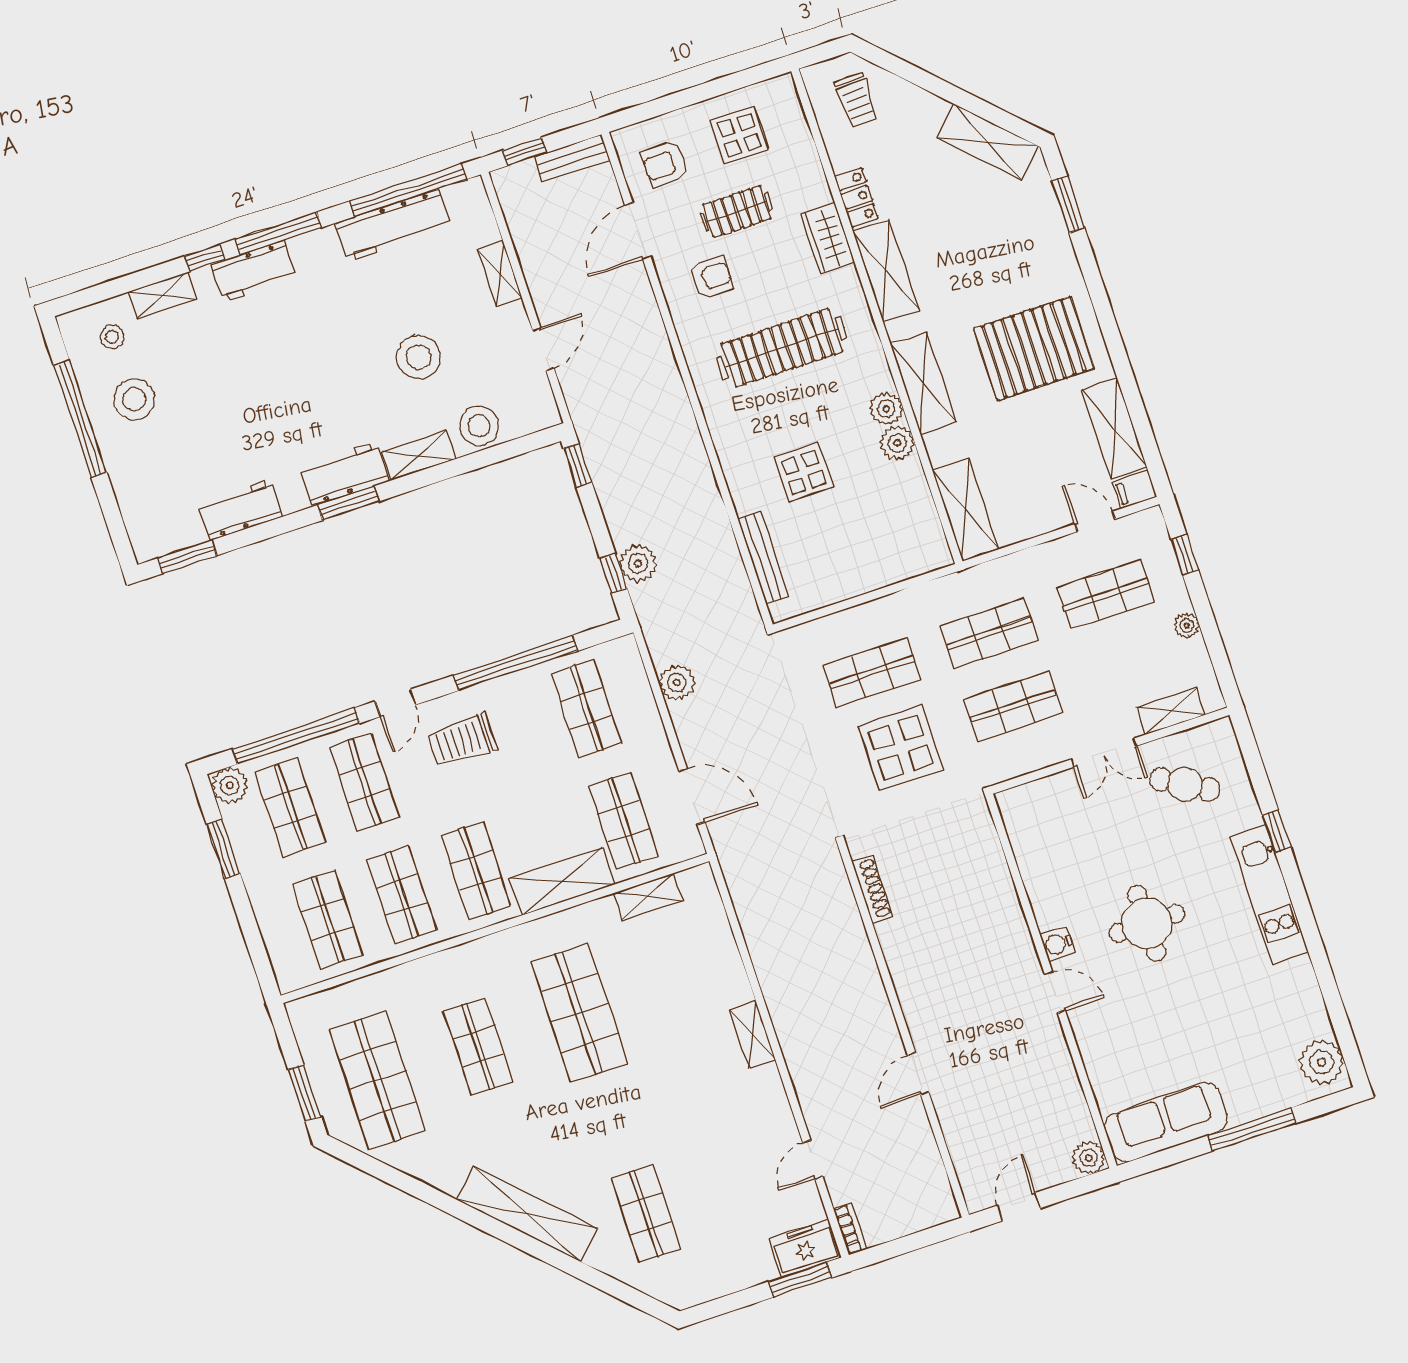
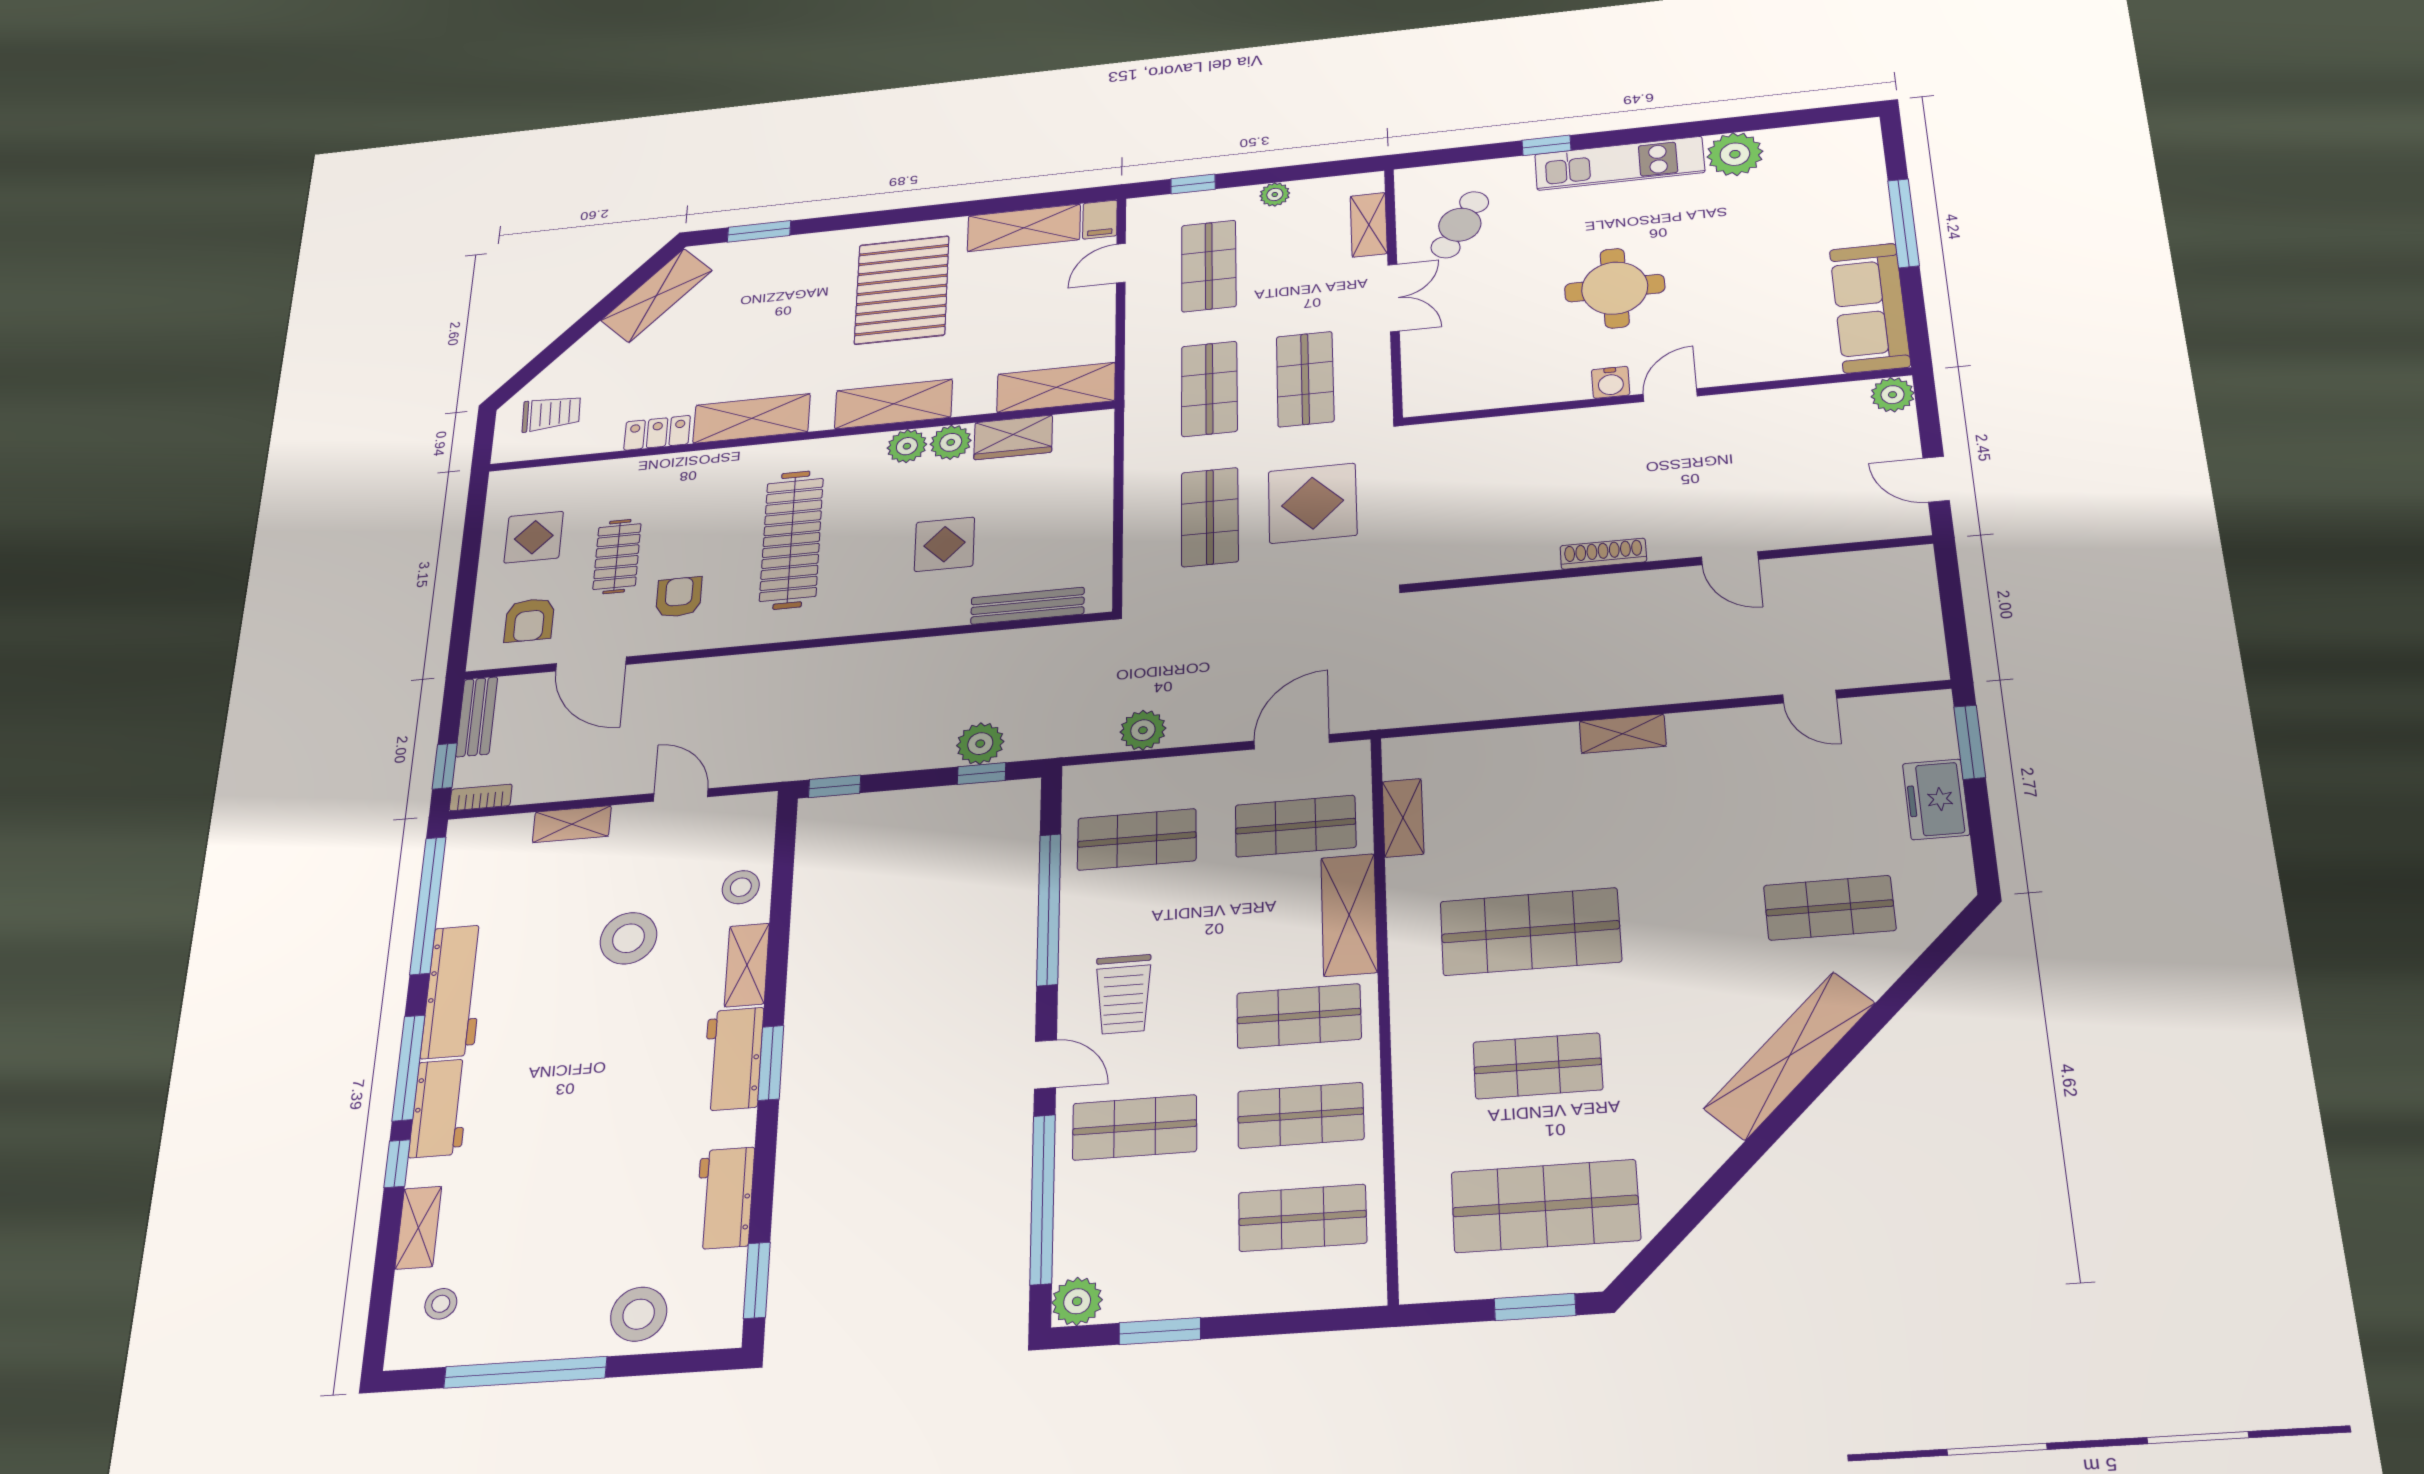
workbench: (393, 225) -> (454, 991), moved
wardrobe: (828, 238) -> (1013, 437), moved
stool: (134, 399) -> (639, 1314), moved
stool: (479, 426) -> (741, 887), width x0.73, depth x0.73
shop shelf: (290, 807) -> (1134, 1229), removed
shoe rack: (872, 889) -> (1603, 554), moved
plant: (1322, 1062) -> (1735, 154), moved
bookcase: (850, 1229) -> (481, 797), moved
freezer: (805, 1248) -> (1936, 799), moved

